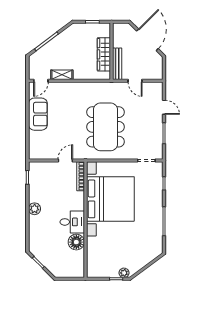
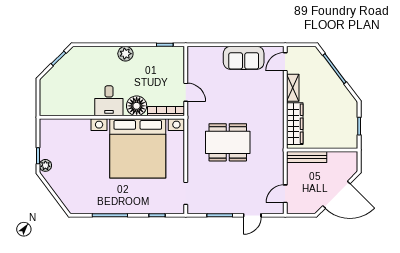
wardrobe: (104, 54) -> (295, 124), moved, turned 90
door: (41, 81) -> (285, 62), hinge flipped
door: (135, 81) -> (285, 194), moved
dining table: (105, 127) -> (228, 142), width x0.73, depth x0.80
floor lamp: (76, 242) -> (137, 106), moved

